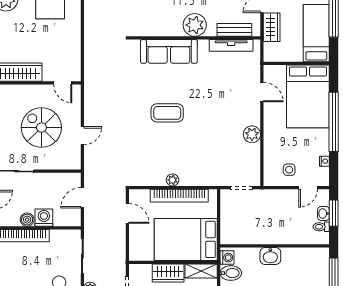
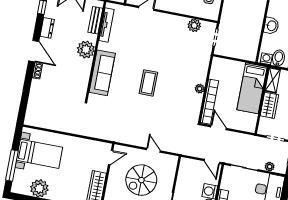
plant: (252, 134) -> (194, 25), moved
bookcase: (179, 196) -> (210, 102), moved
door: (82, 198) -> (212, 161), moved
door: (127, 213) -> (218, 128), hinge flipped
bed: (186, 239) -> (252, 88), width x0.67

